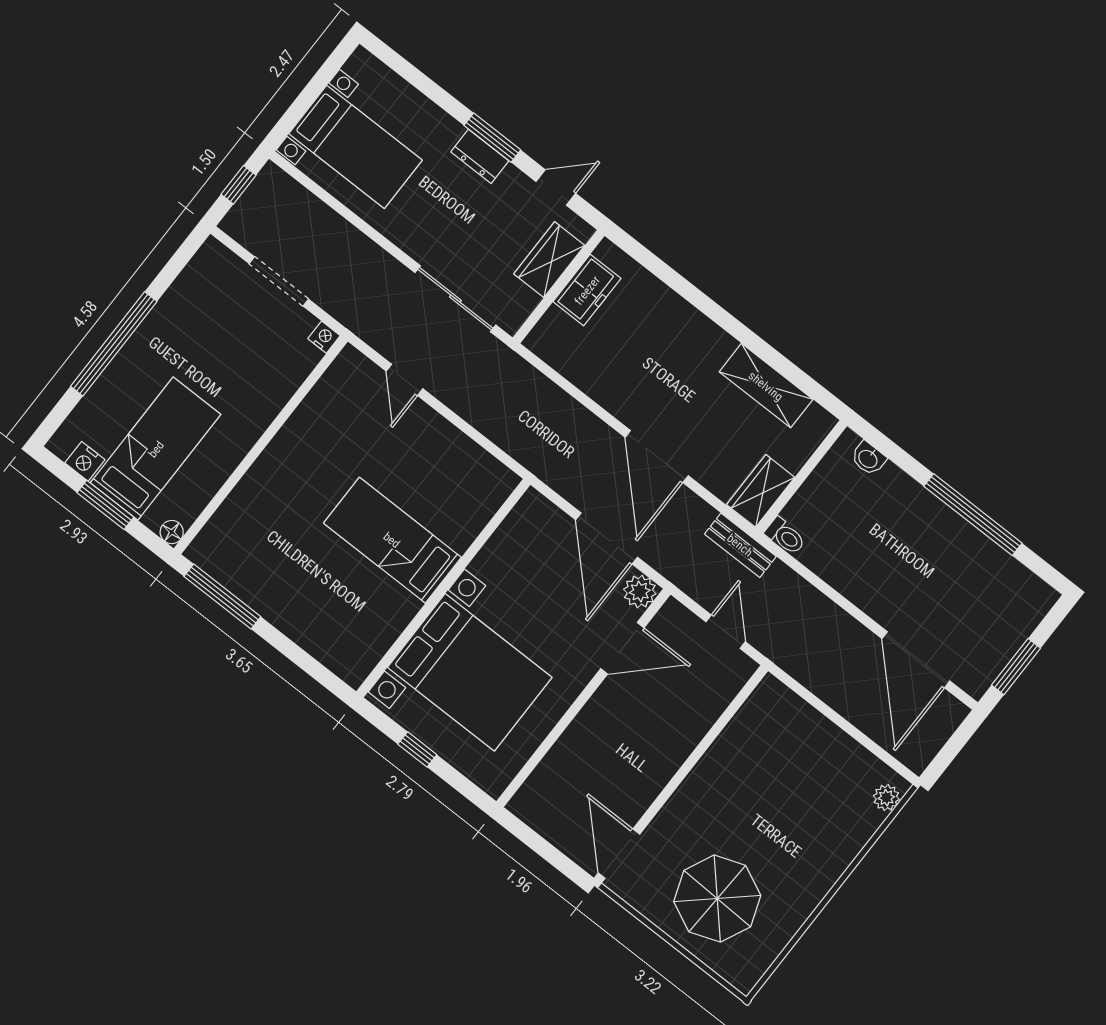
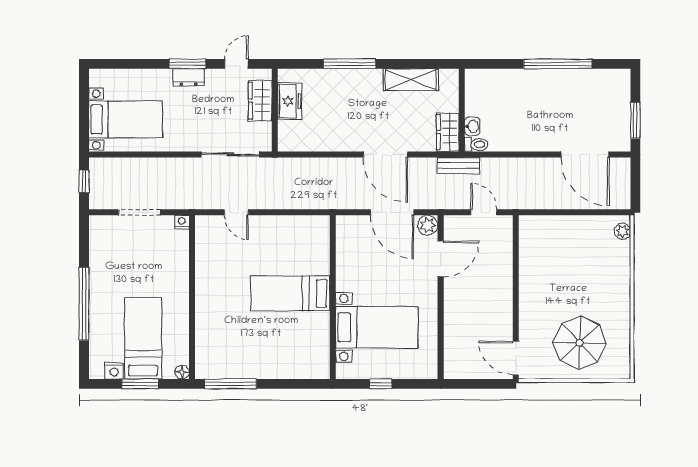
window: (703, 303) -> (350, 64), added
washbasin: (868, 458) -> (472, 126), moved, turned -90
bed with nightstands: (470, 672) -> (377, 327), width x0.73

